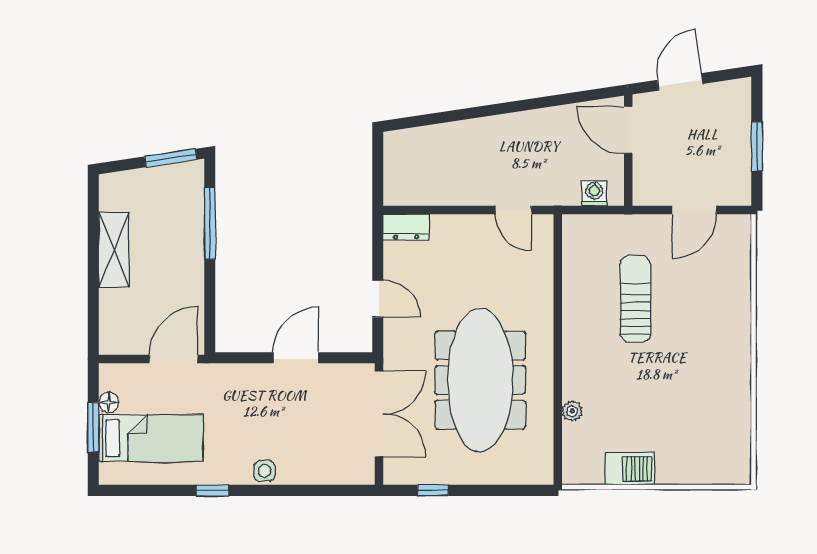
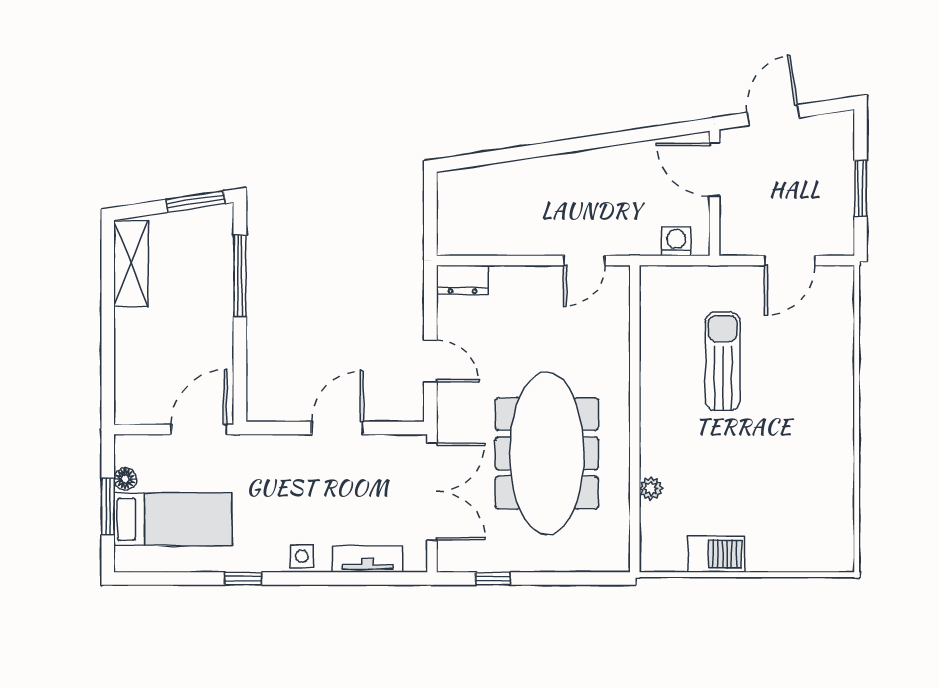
door: (513, 210) -> (584, 260), hinge flipped
shelving: (114, 250) -> (131, 264), moved
tv unit: (322, 473) -> (368, 559), added

